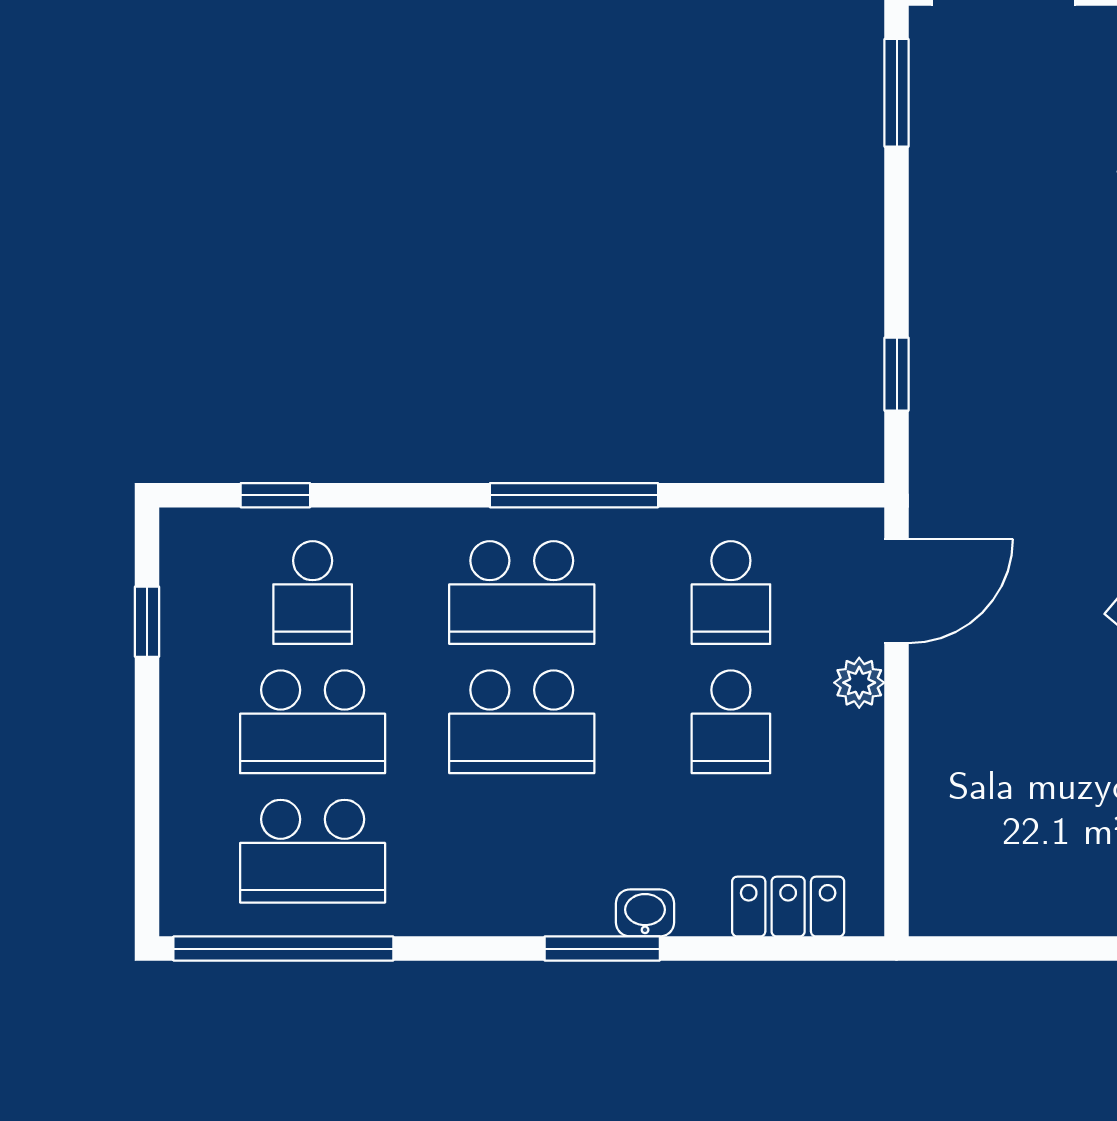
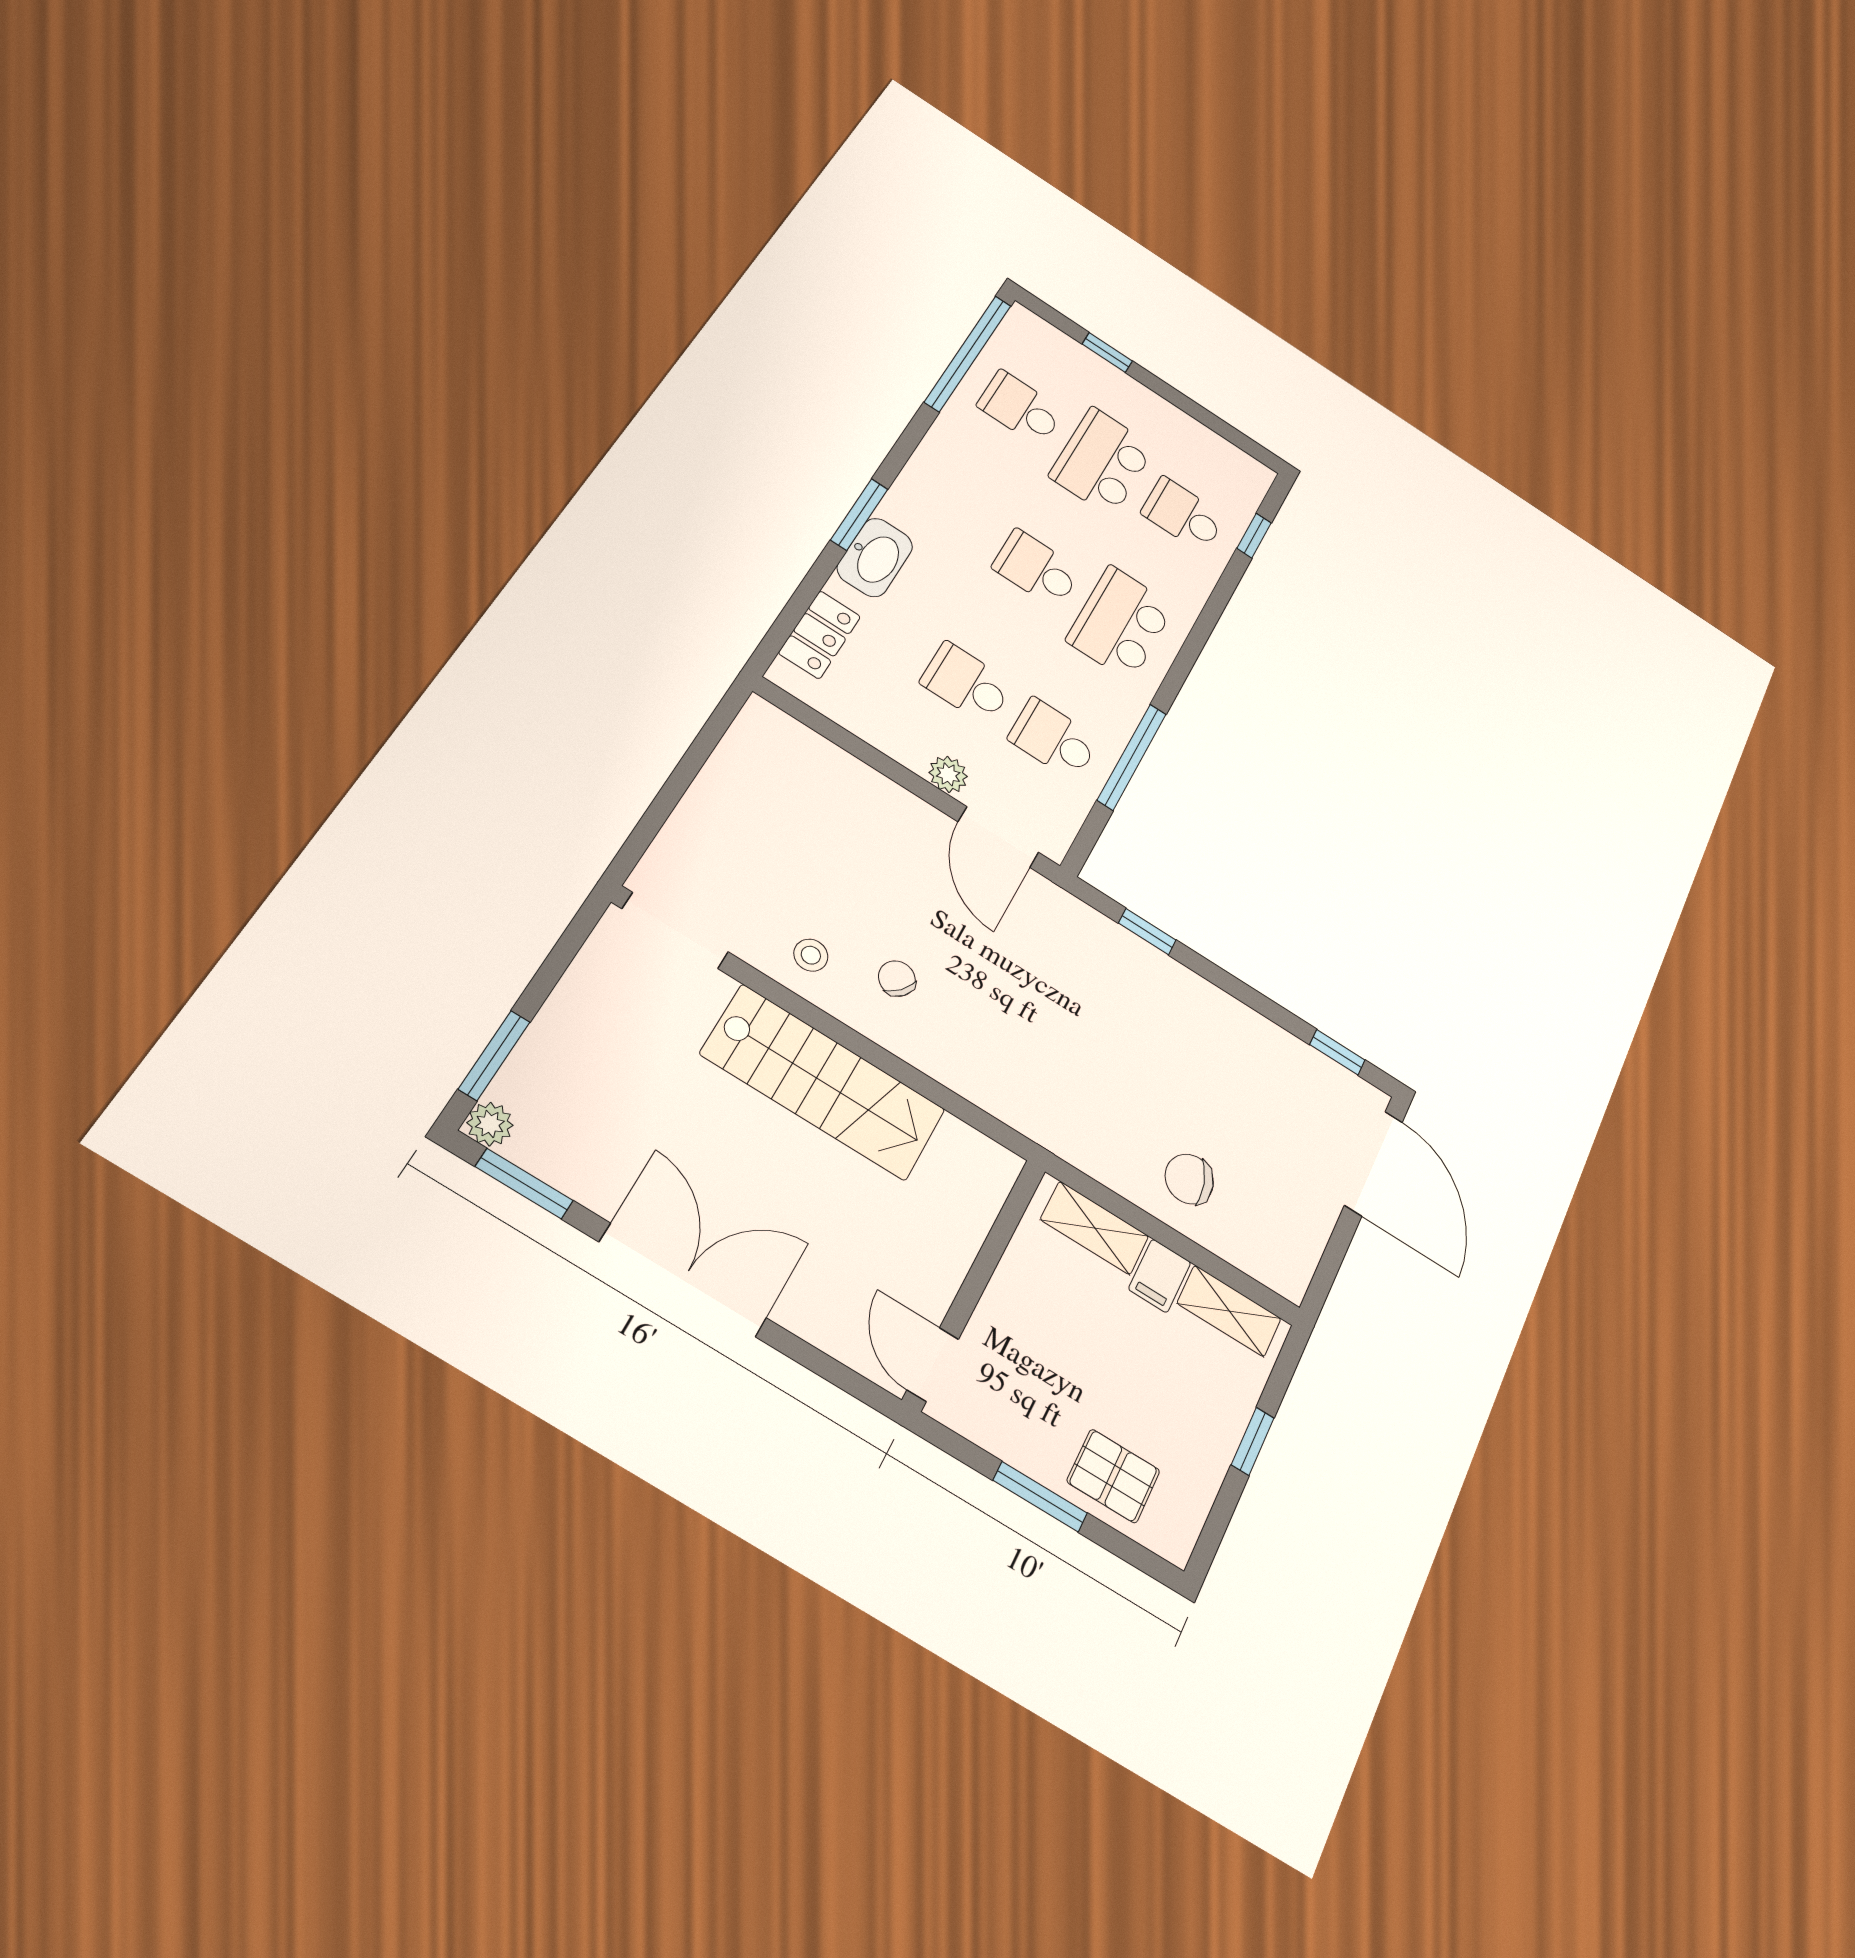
window: (897, 93) -> (1337, 1052), width x0.67
window: (574, 495) -> (1132, 757), moved
window: (147, 622) -> (1107, 353), moved
school desk: (522, 722) -> (1036, 569), width x0.54
school desk: (313, 851) -> (1020, 408), width x0.54
washbasin: (645, 913) -> (875, 557), width x1.91, depth x1.45

